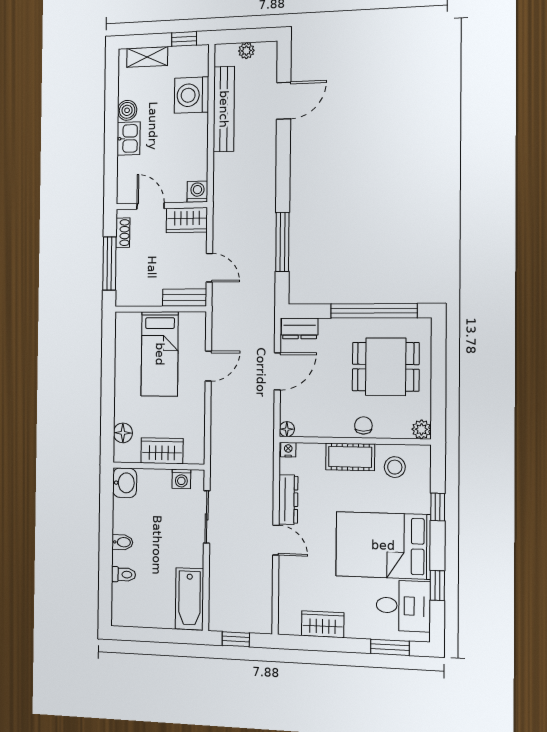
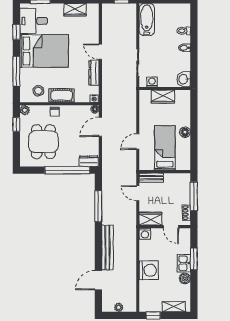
washing machine: (192, 95) -> (149, 270), moved
bench: (224, 109) -> (107, 247), moved
window: (111, 147) -> (194, 259), added
window: (374, 311) -> (67, 170), moved
dining table: (386, 367) -> (43, 142), turned 90
door: (277, 371) -> (100, 127), moved
window: (438, 401) -> (16, 125), added
floor lamp: (123, 433) -> (185, 132), moved
window: (438, 507) -> (16, 71), width x2.17

